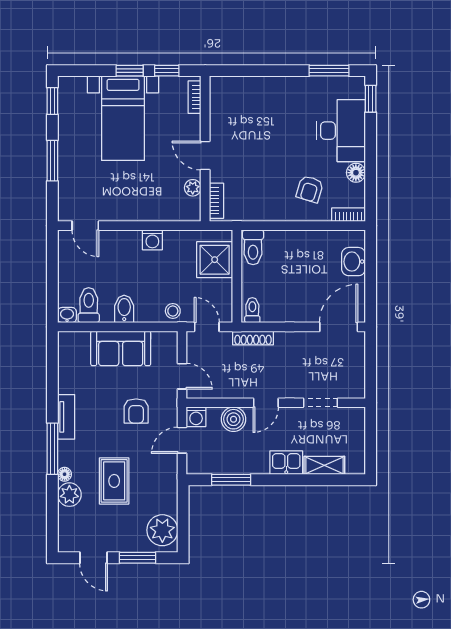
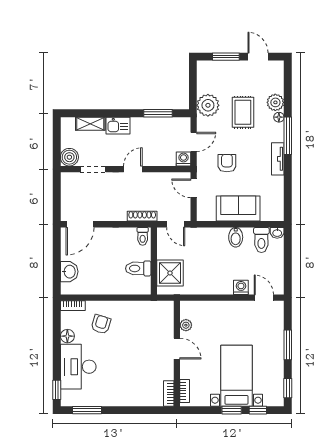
window: (167, 71) -> (258, 410), moved
bookcase: (216, 201) -> (169, 394), moved
washing machine: (152, 240) -> (241, 287), moved
toilet: (253, 247) -> (138, 268), moved, turned -90
stool: (173, 311) -> (200, 236), removed
boiler: (233, 419) -> (69, 157), moved
plant: (162, 530) -> (208, 105), moved

